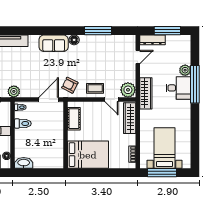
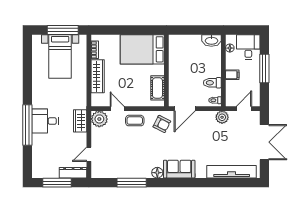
plant: (185, 70) -> (38, 140), removed
wardrobe: (146, 93) -> (80, 121), width x0.67
wardrobe: (130, 118) -> (98, 76), moved

